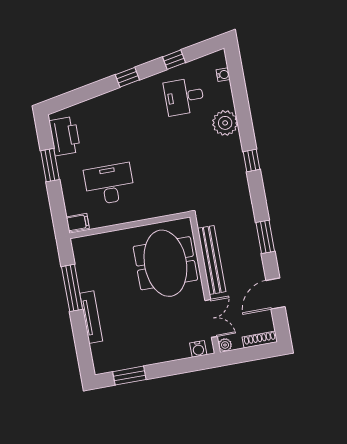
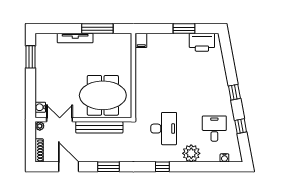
desk: (109, 184) -> (164, 129), moved
double door: (211, 318) -> (60, 120), swing flipped

